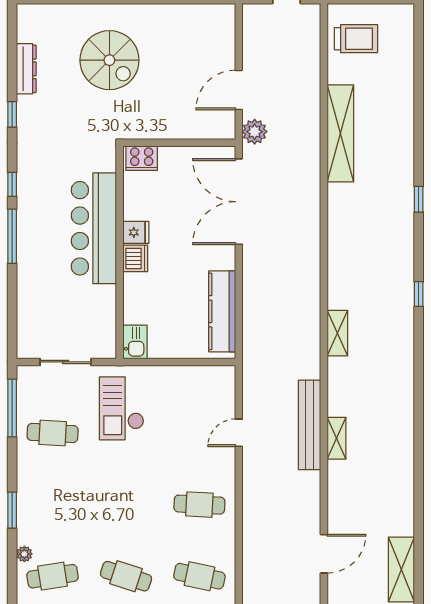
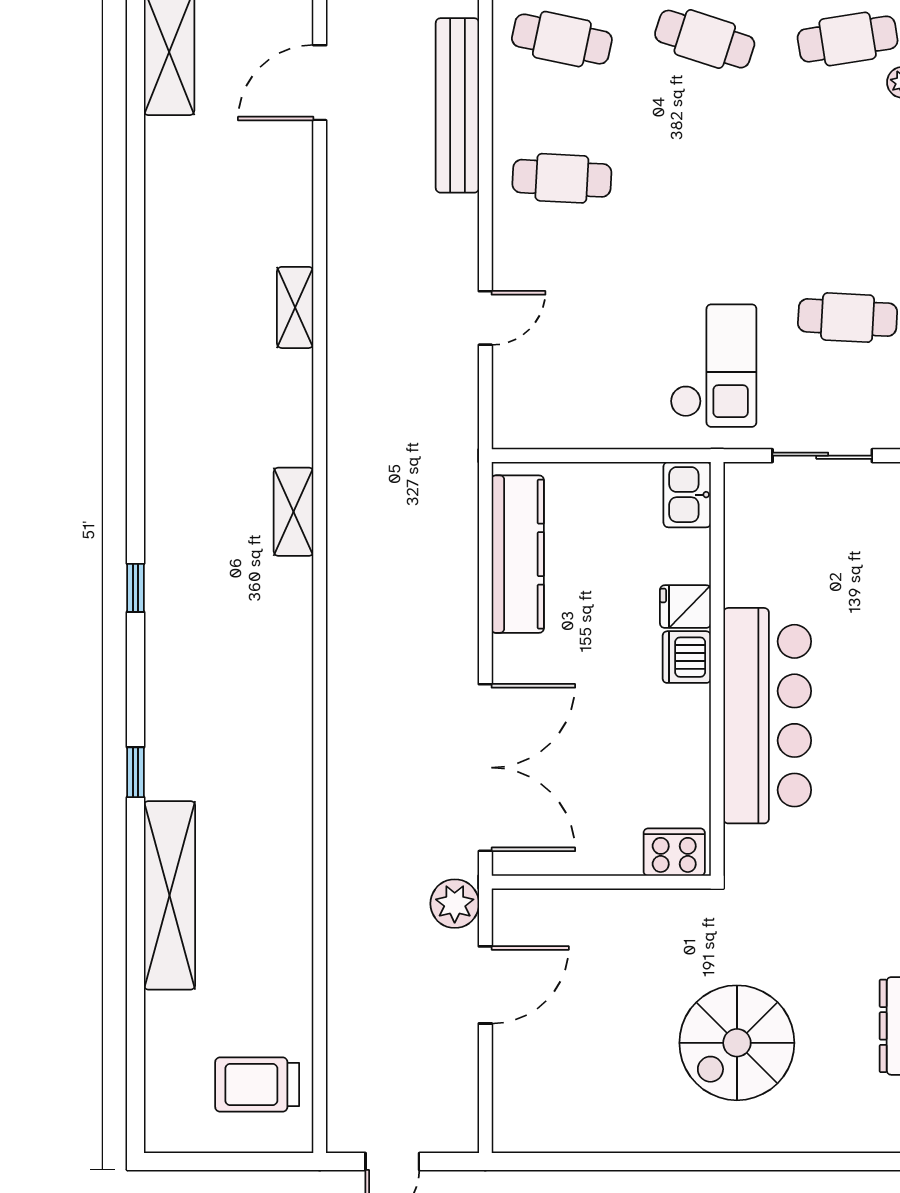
spiral stairs: (109, 60) -> (737, 1043), turned -90
shelving: (340, 133) -> (169, 895), moved
fridge: (136, 232) -> (685, 607), moved
bench: (310, 425) -> (457, 105), moved

